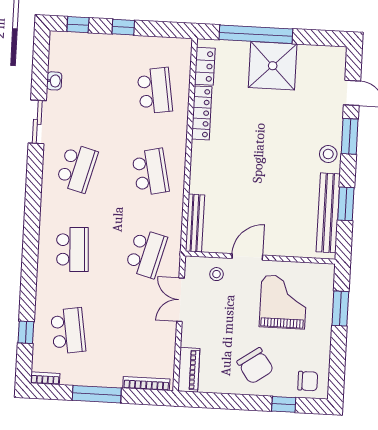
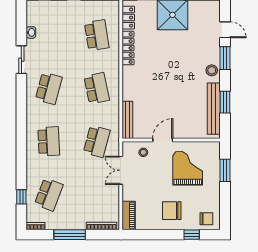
school desk: (68, 331) -> (49, 194), turned 30
chair: (255, 366) -> (172, 211), turned 125

